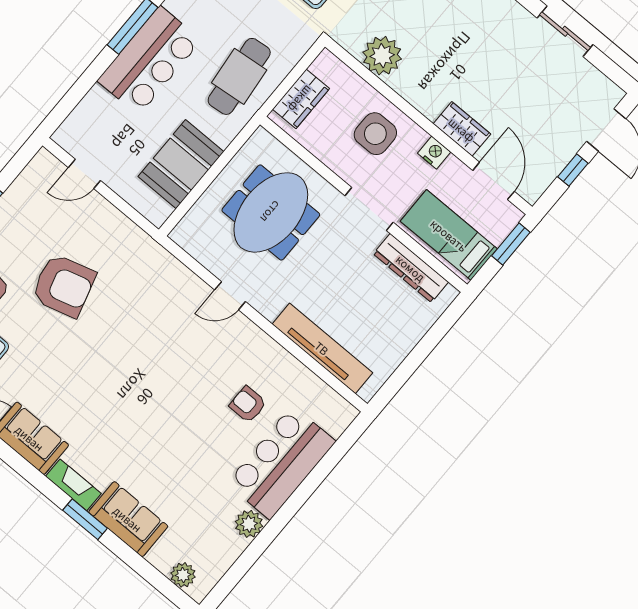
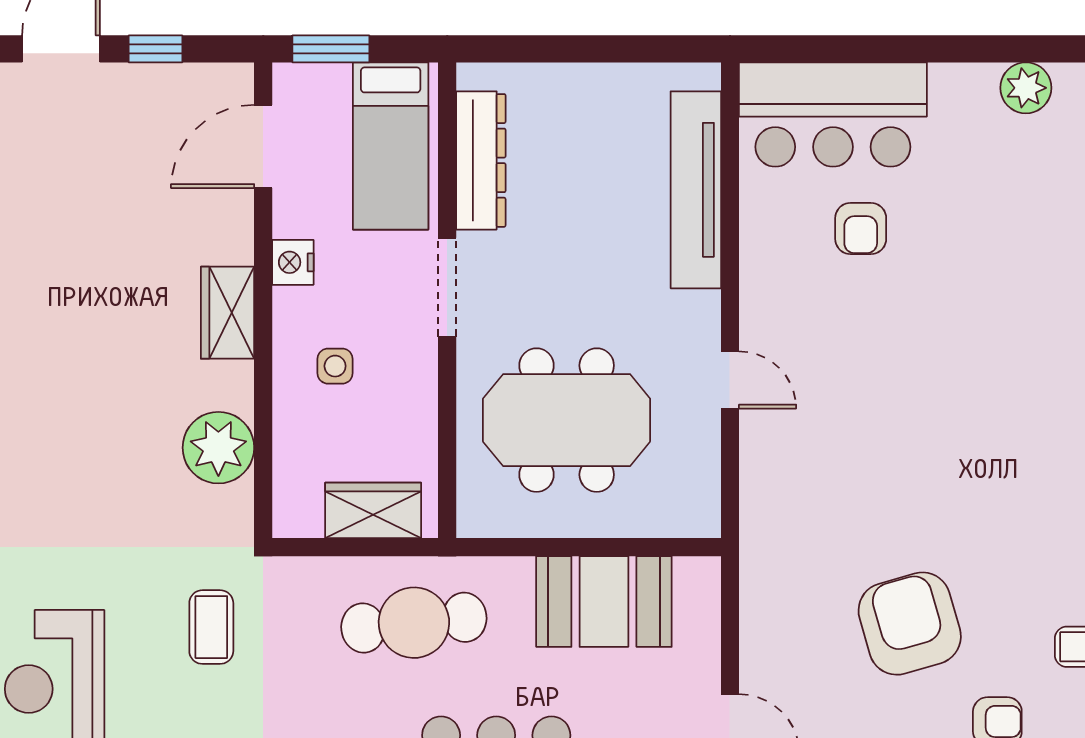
wardrobe: (462, 129) -> (228, 313), moved
side table: (375, 134) -> (335, 366), width x0.54, depth x0.54
bar counter: (281, 462) -> (833, 115), moved

